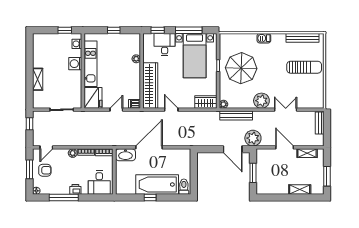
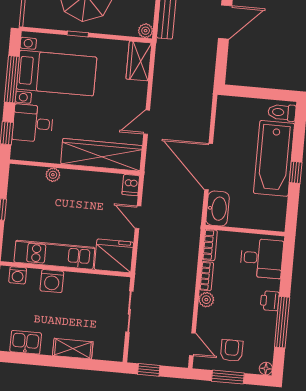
kitchen sink: (39, 52) -> (26, 342), added

